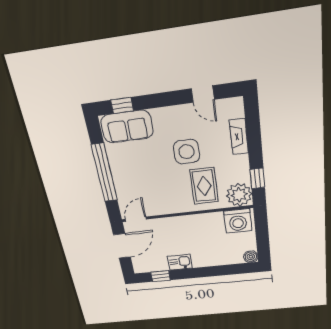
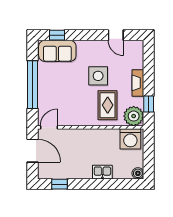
fireplace: (239, 137) -> (138, 83), moved
door: (122, 246) -> (32, 151), hinge flipped
kitchen sink: (180, 262) -> (102, 172), moved

